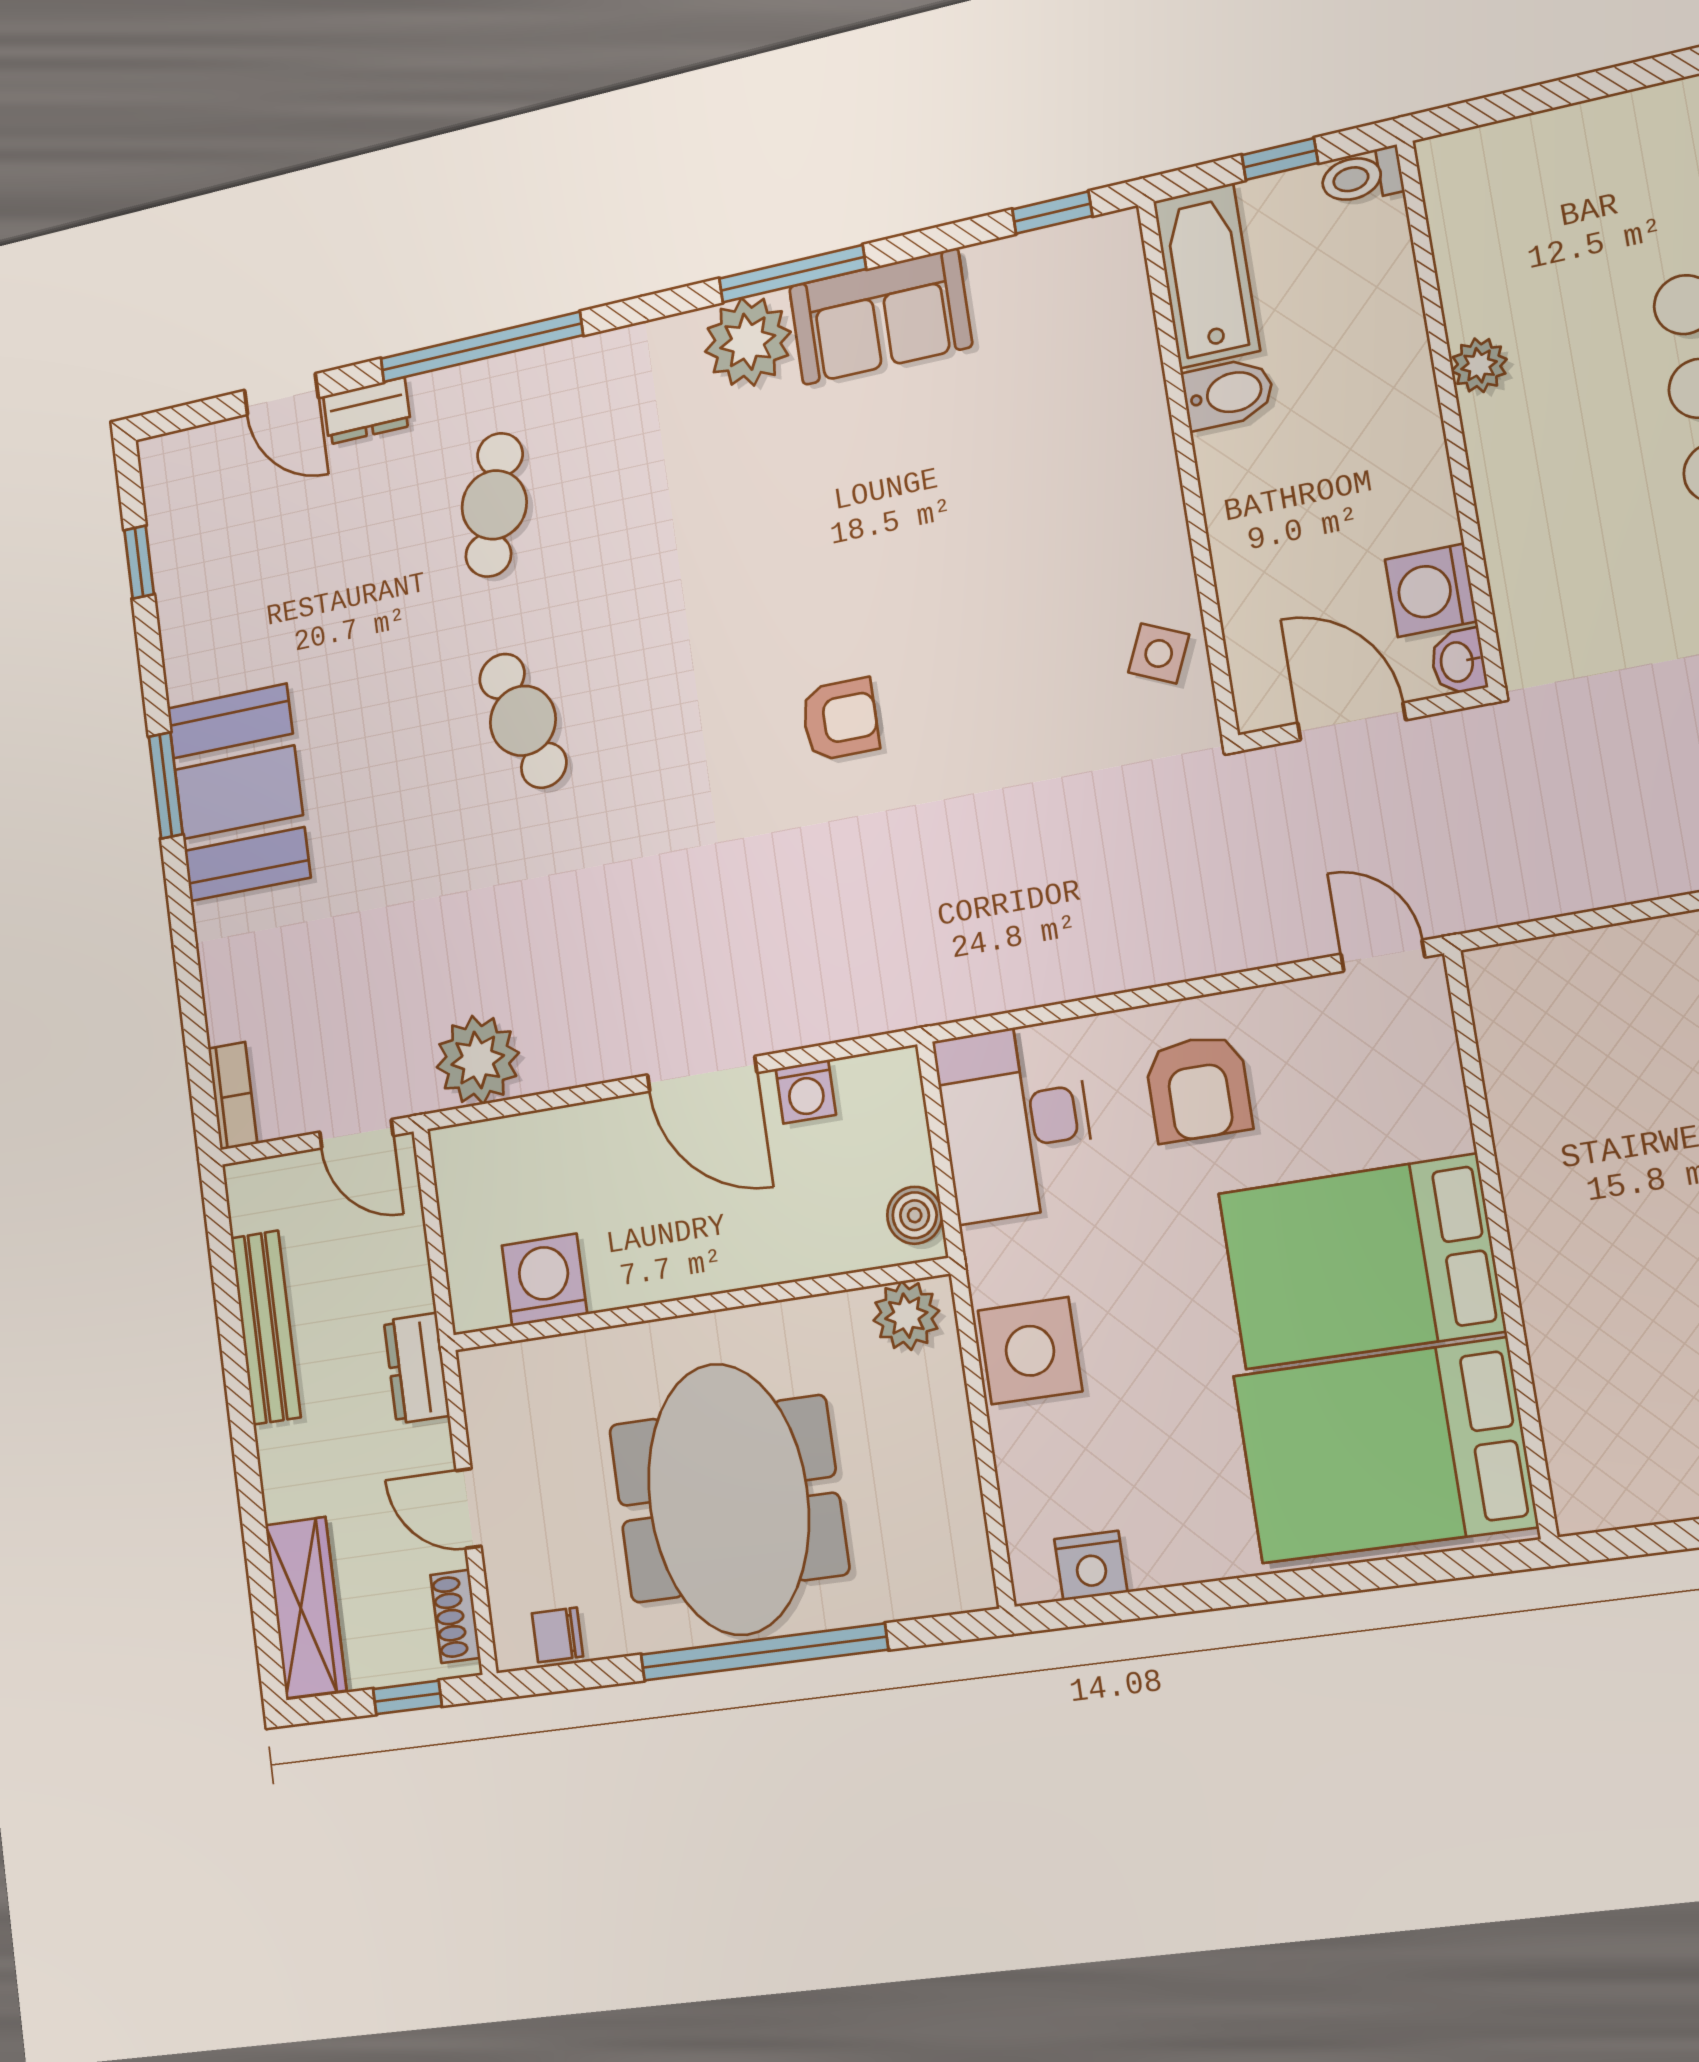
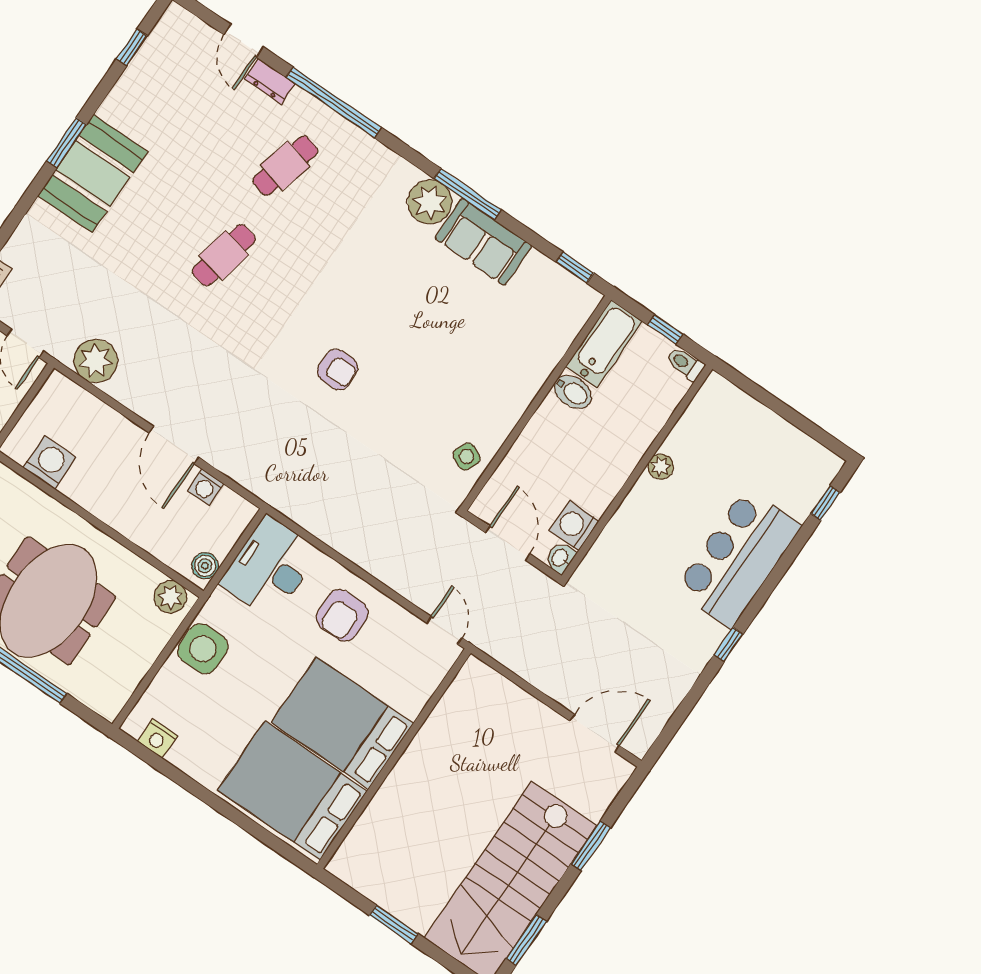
cafe table: (523, 721) -> (224, 255), turned 30

